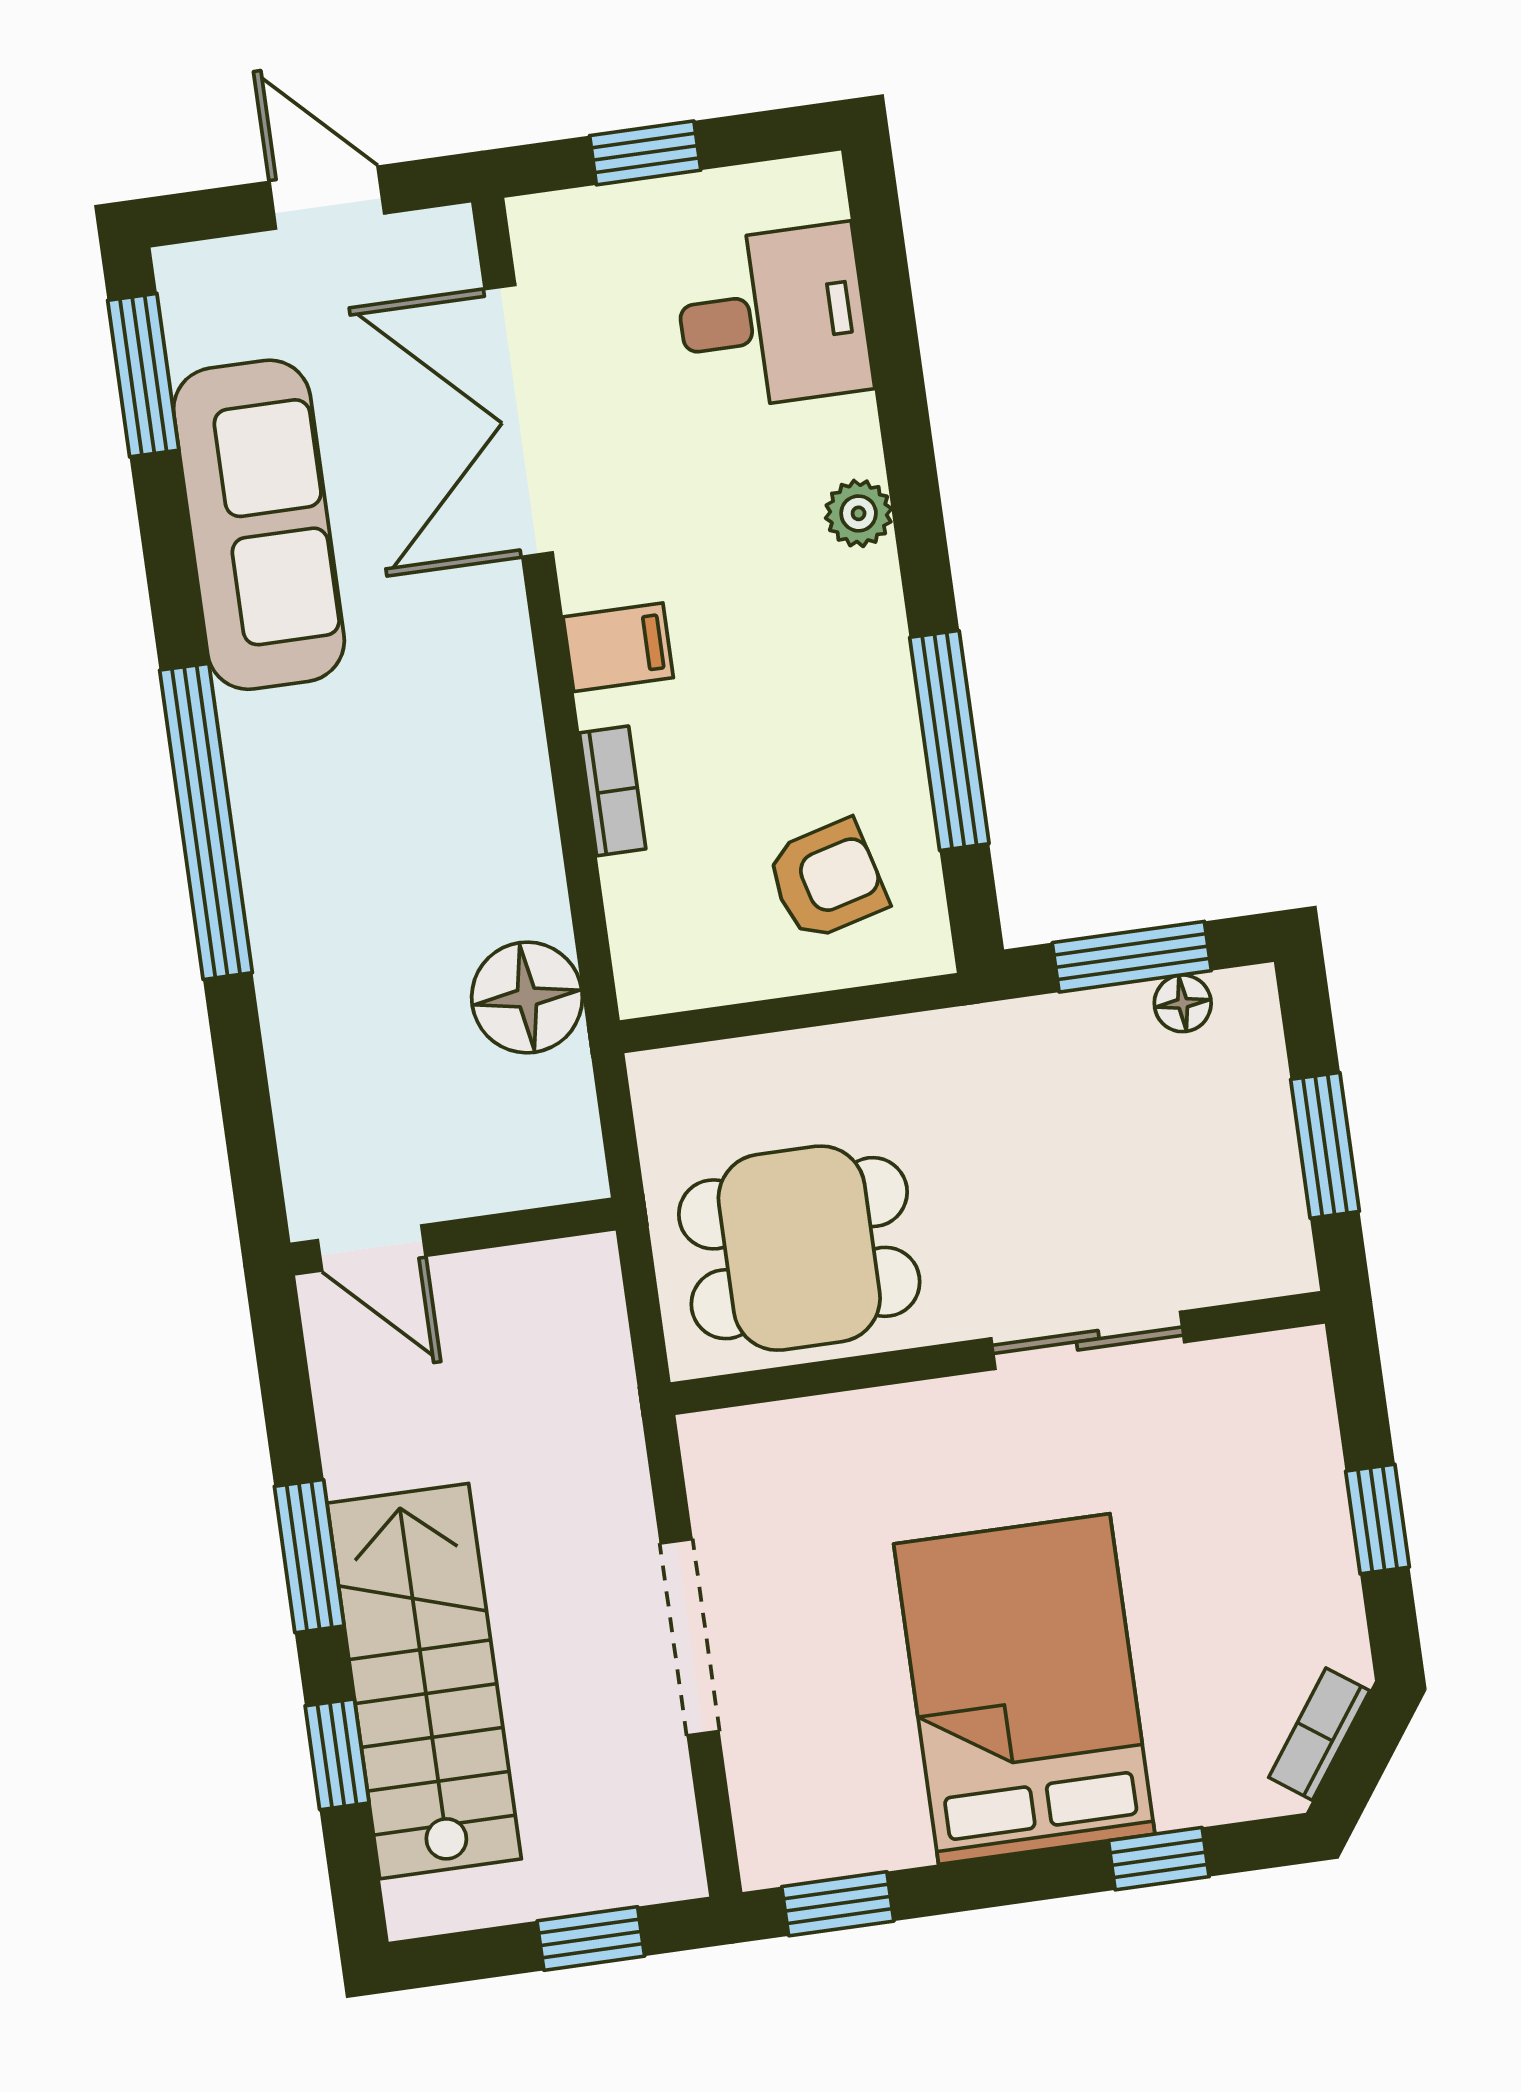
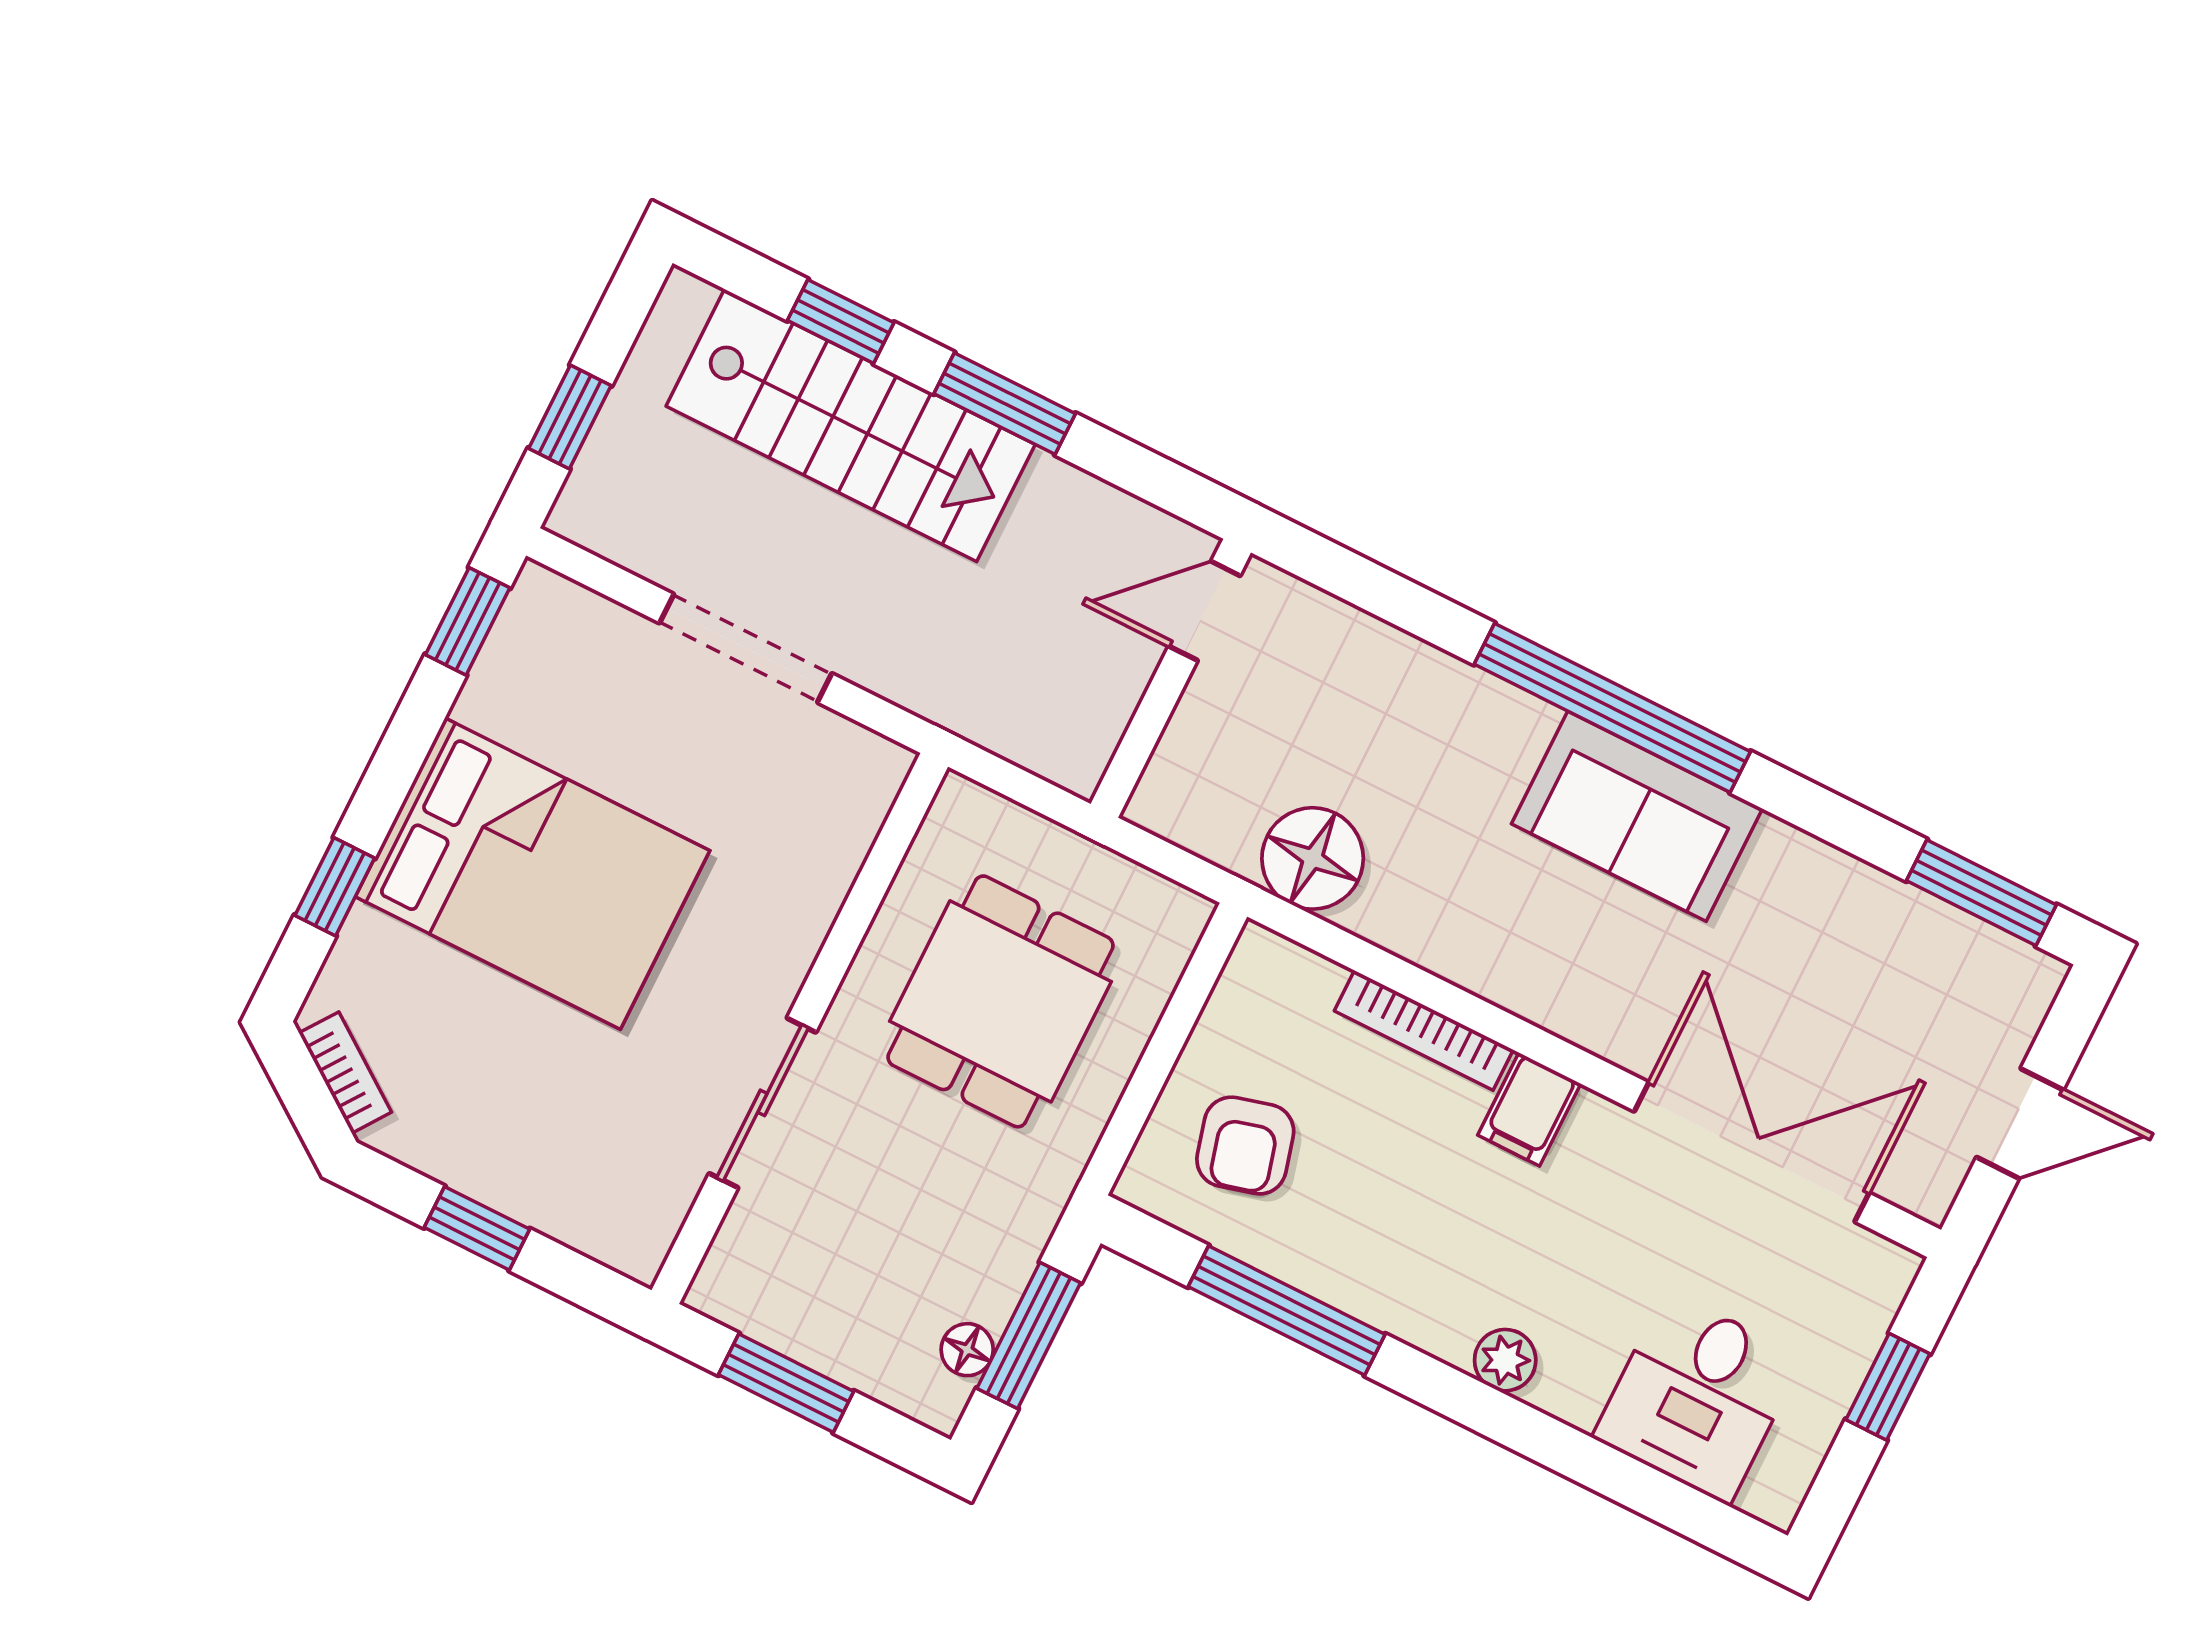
sofa: (259, 525) -> (1637, 816), moved, width x0.73
bookcase: (613, 791) -> (1424, 1030), width x1.56
dining table: (799, 1248) -> (1000, 1001), moved

